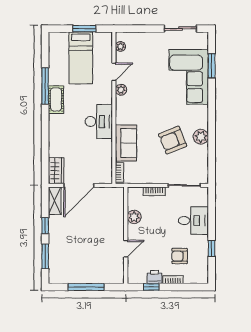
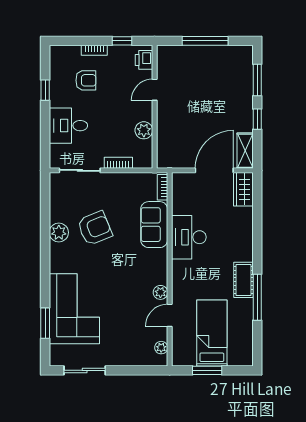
desk: (99, 122) -> (189, 237), moved
printer: (154, 277) -> (144, 60), moved, turned 90

